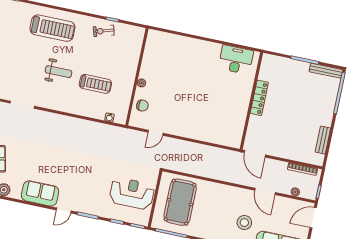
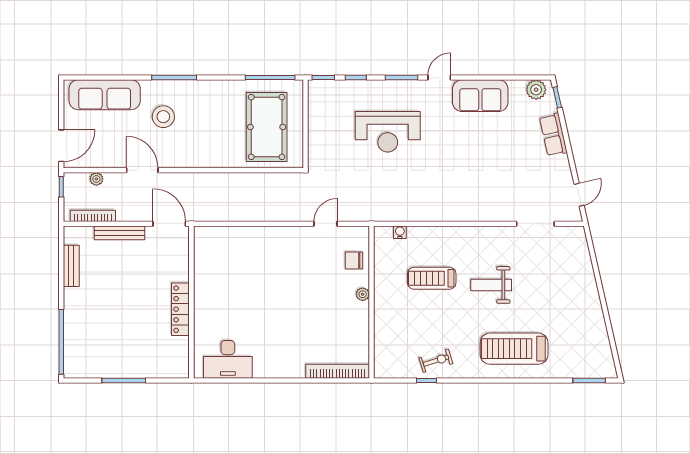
bookcase: (168, 37) -> (338, 371), added
bench: (326, 71) -> (119, 233), moved
reception desk: (132, 193) -> (388, 132), moved

